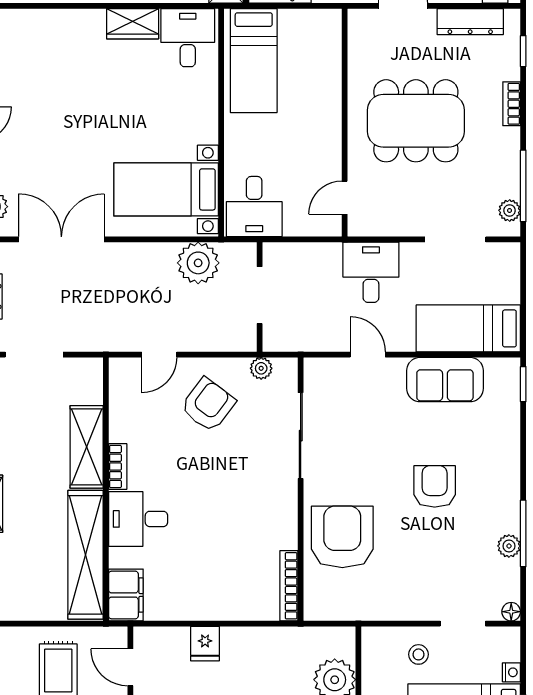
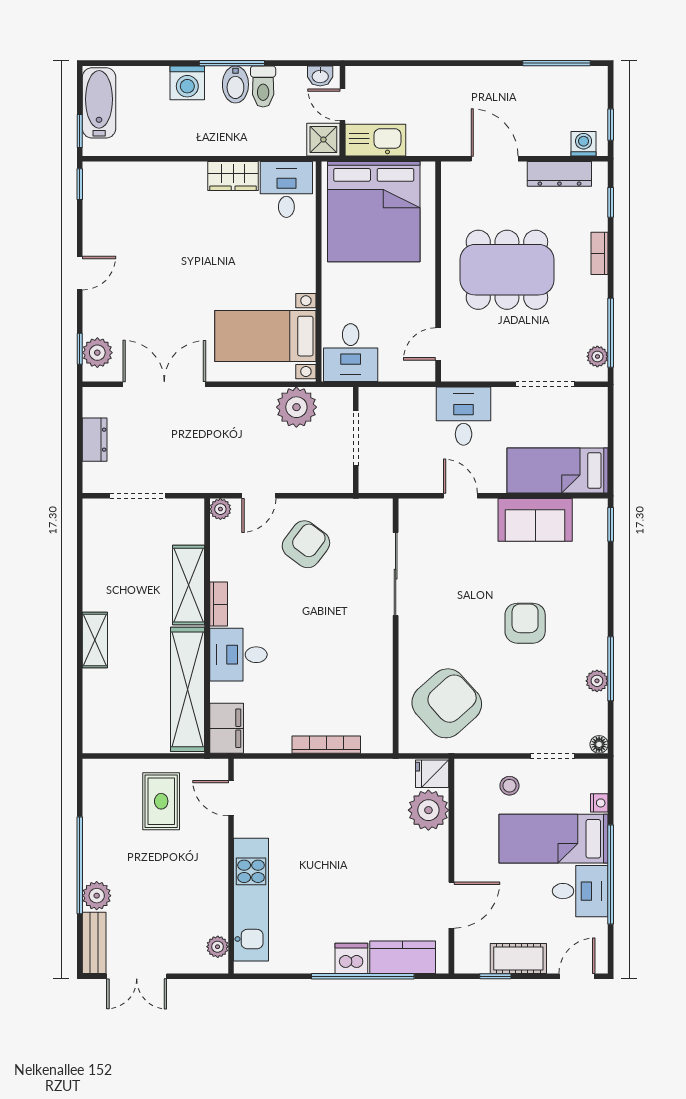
bed: (254, 61) -> (374, 212), width x2.04
plant: (261, 368) -> (220, 509), moved
armchair: (342, 537) -> (447, 703), moved, turned 48
bookcase: (289, 586) -> (326, 745), moved, turned 90
fridge: (205, 644) -> (432, 774), moved, turned 90

